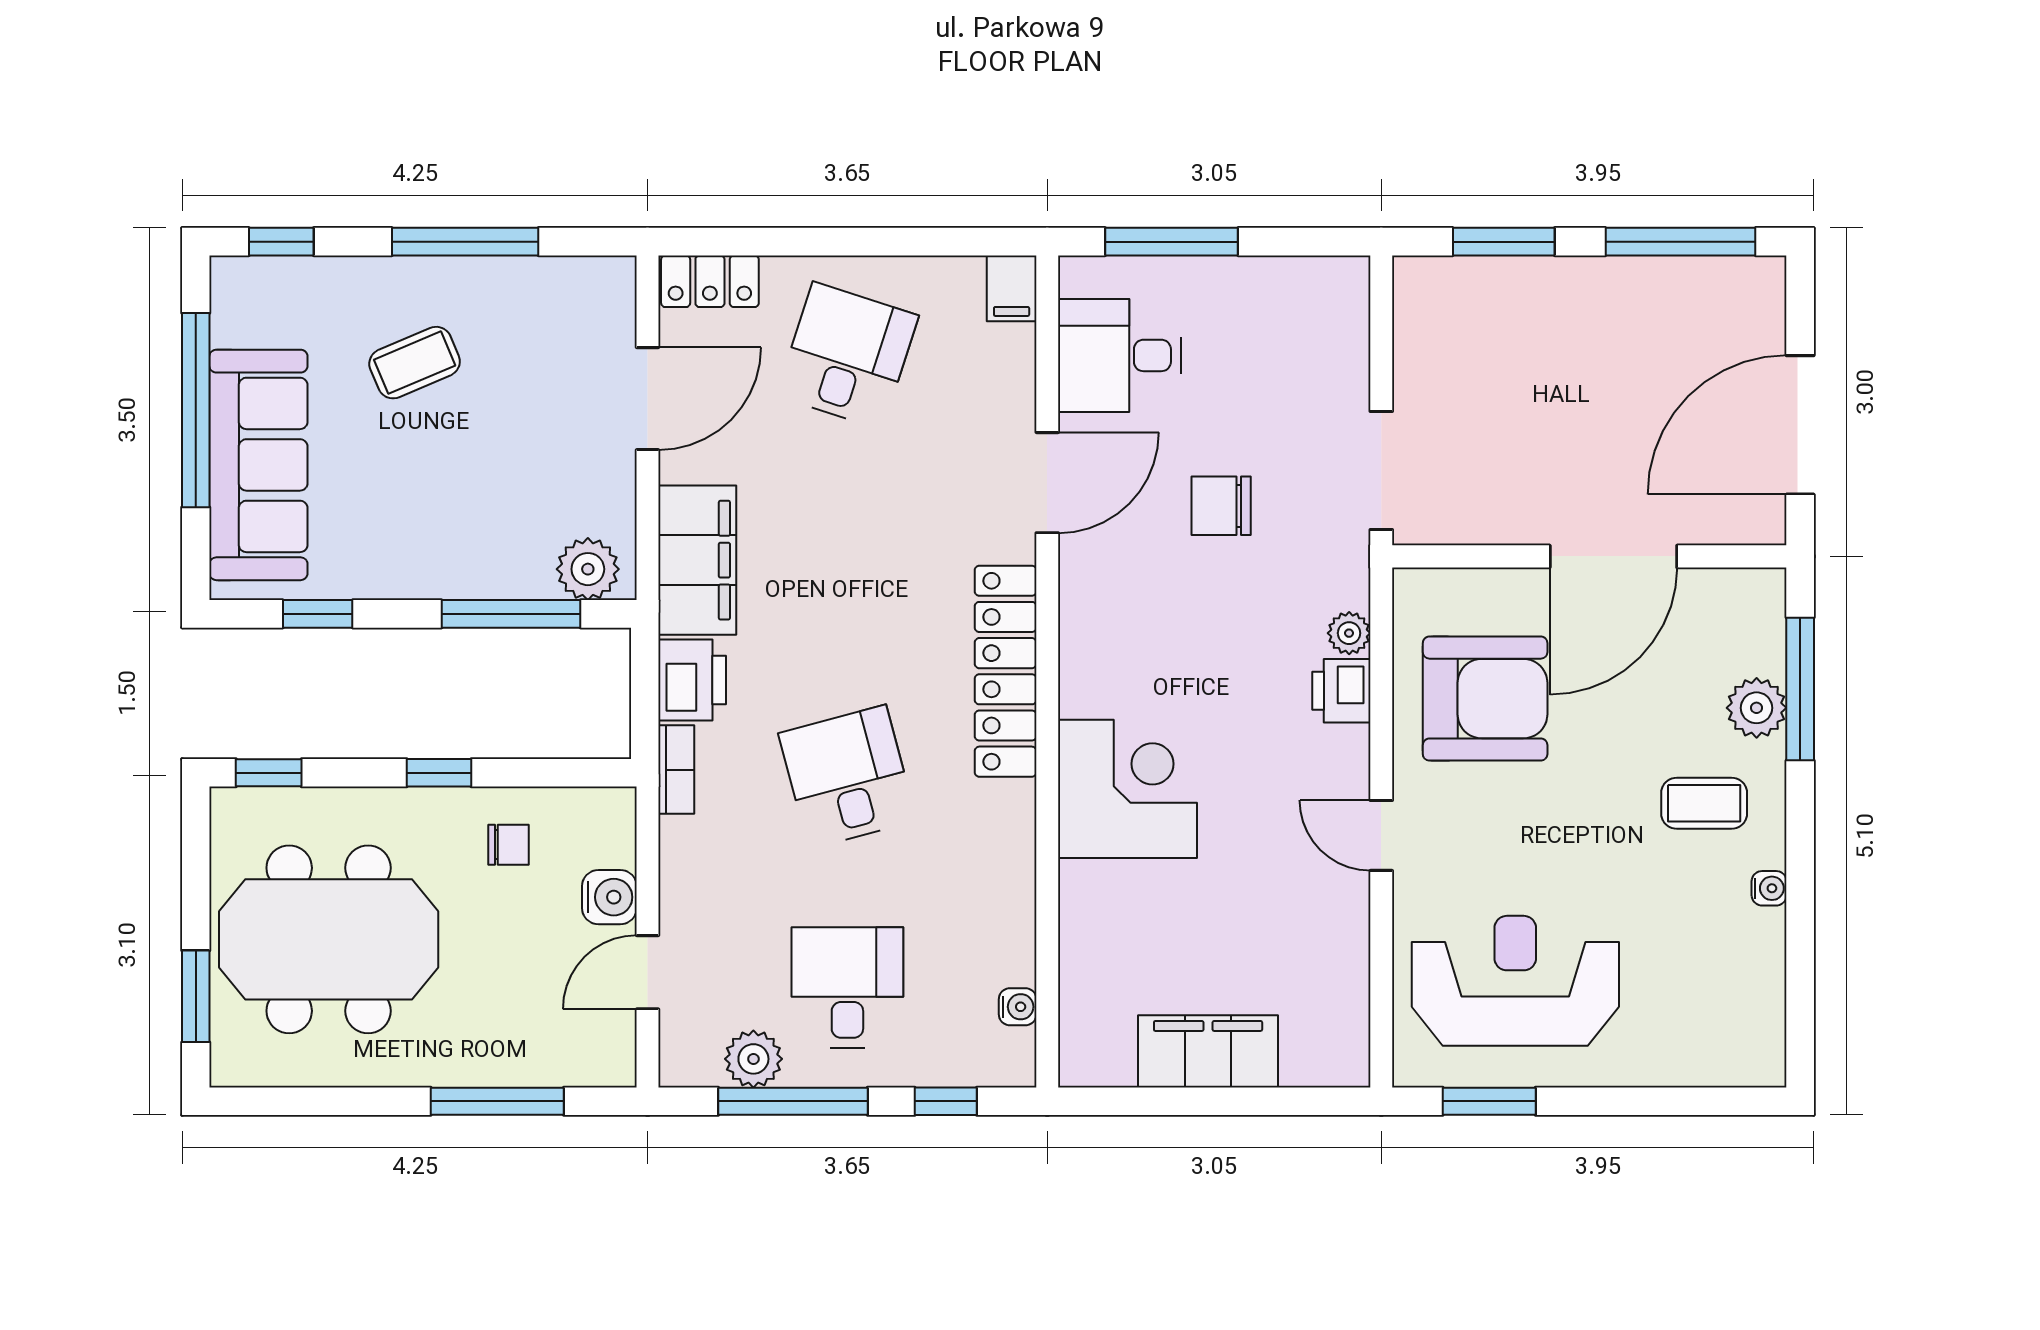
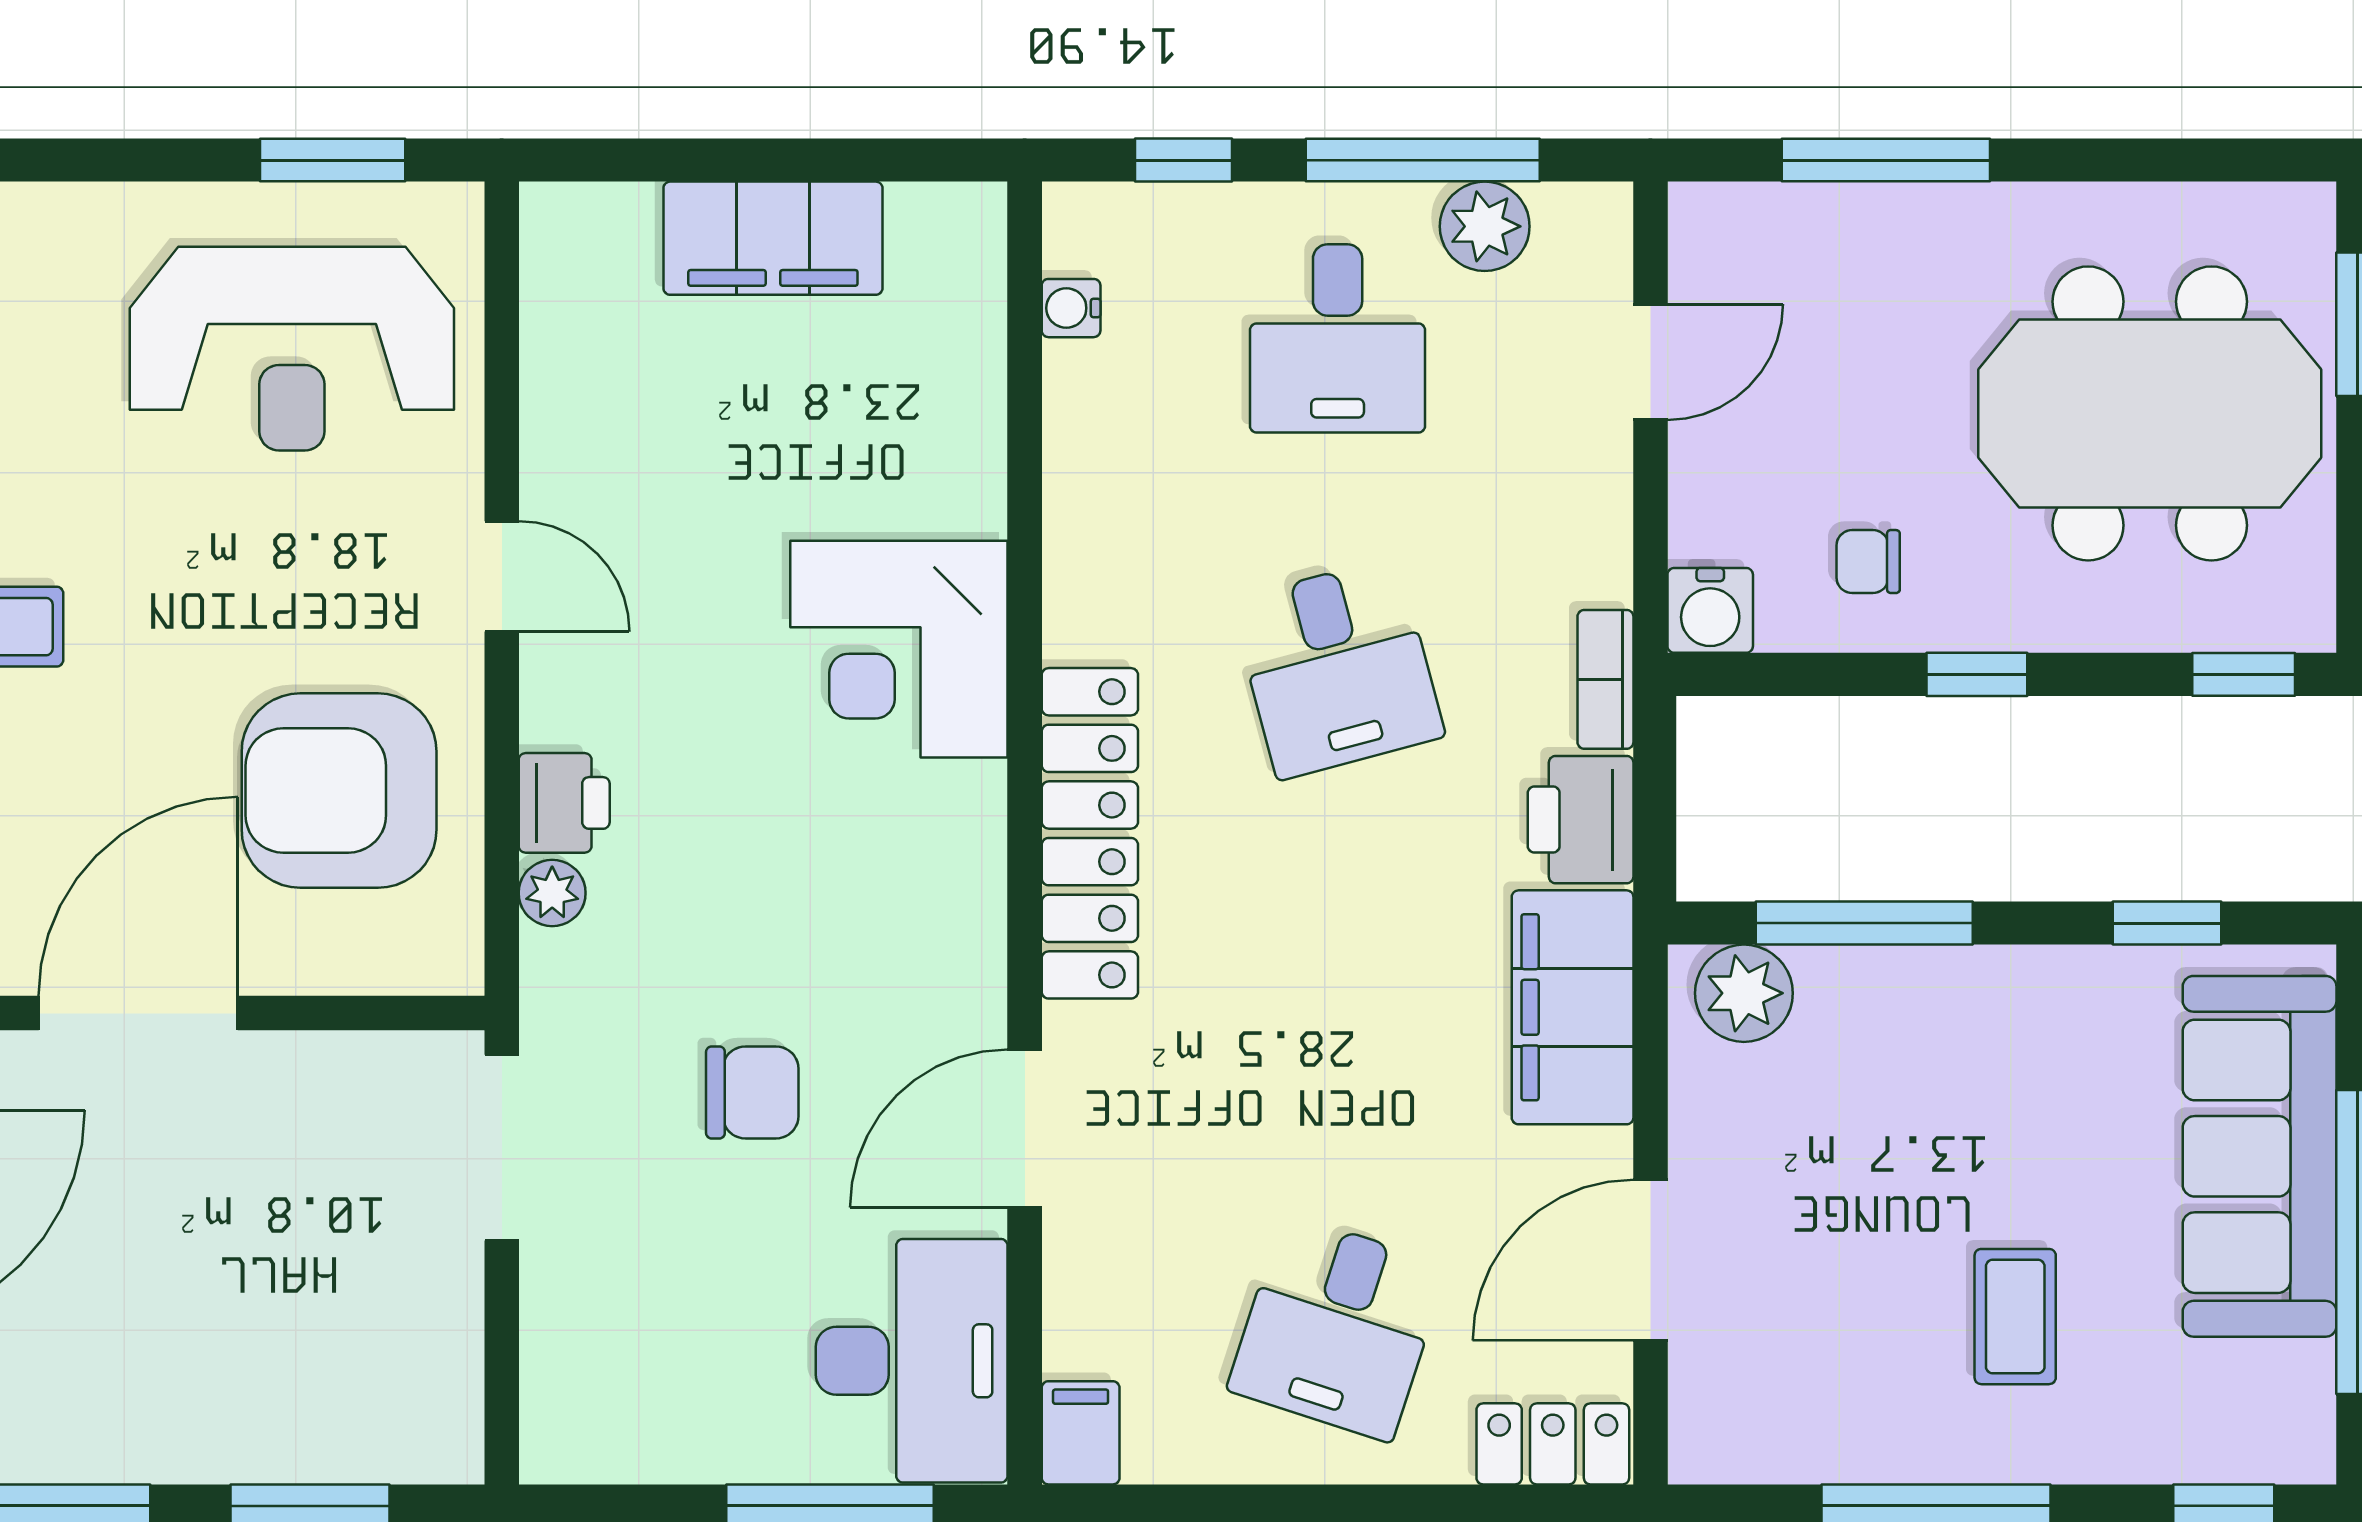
desk: (1119, 355) -> (912, 1361), width x1.37
coffee table: (415, 363) -> (2015, 1317), turned -67
water cooler: (609, 897) -> (1710, 610), moved, turned -90

